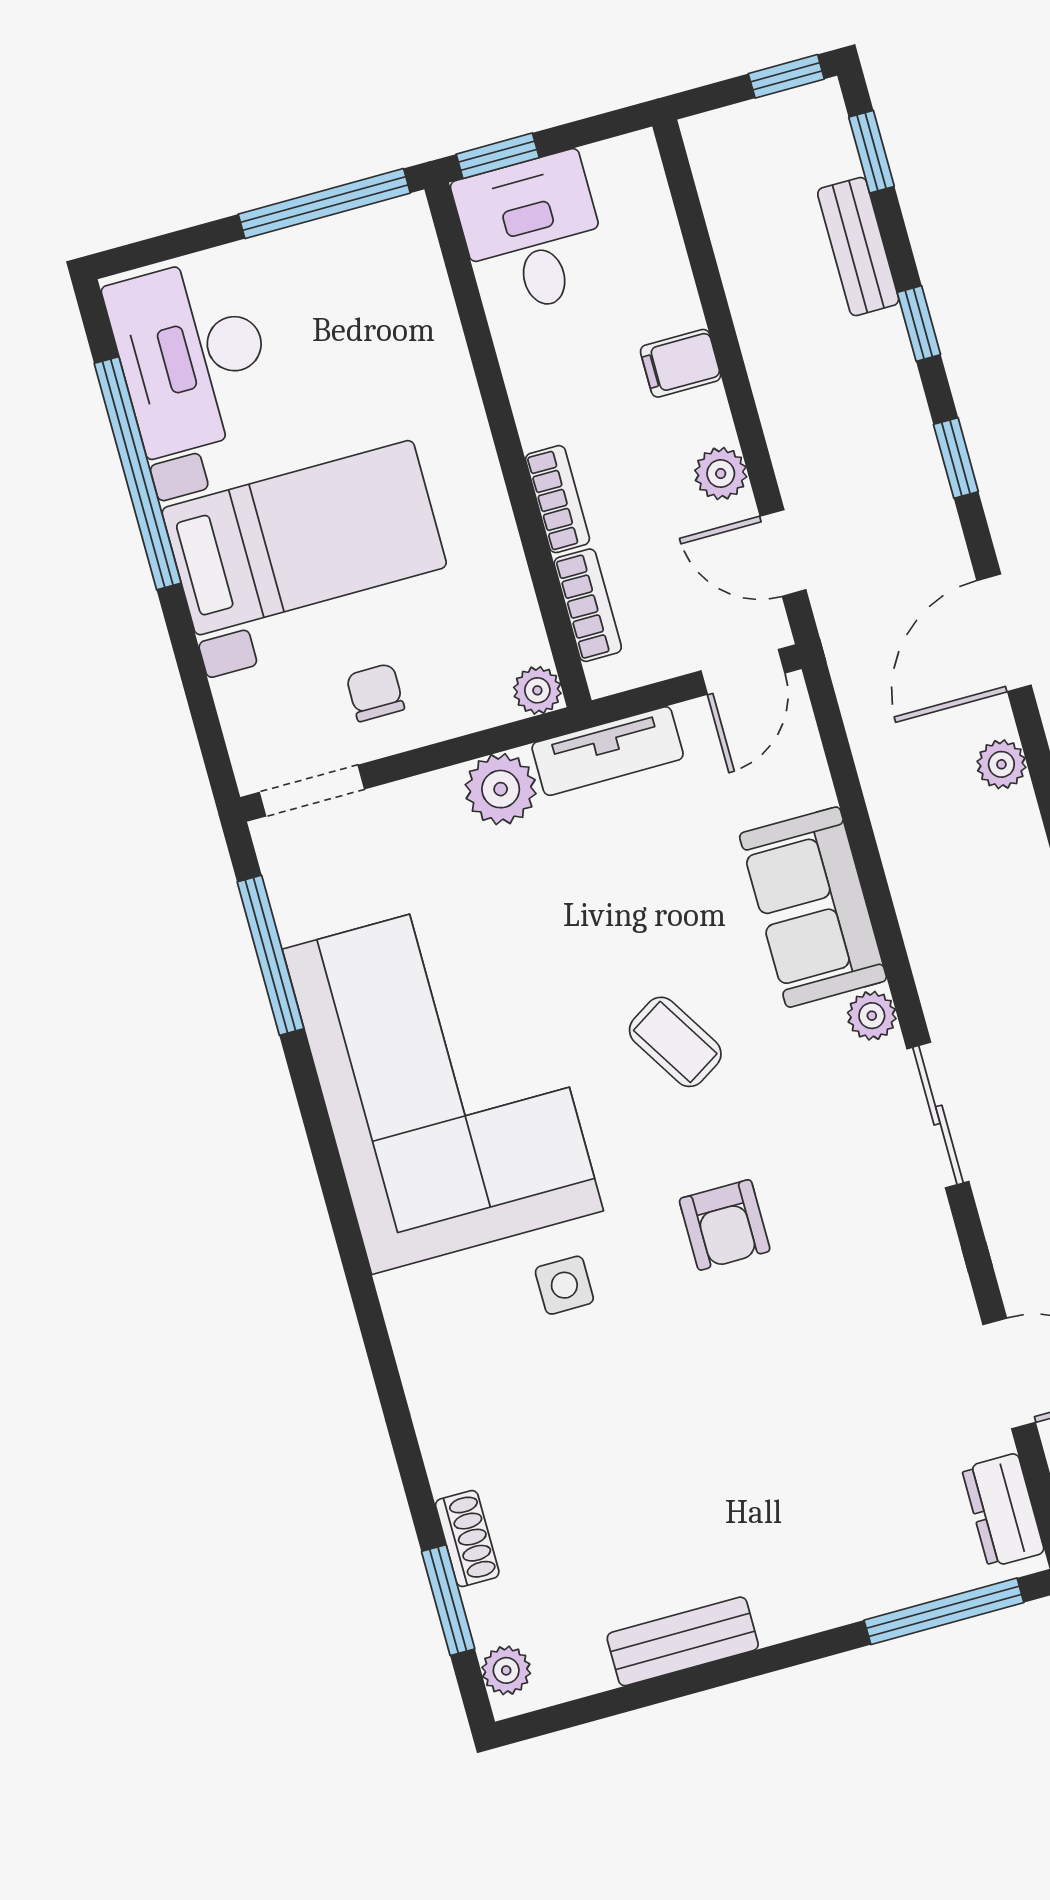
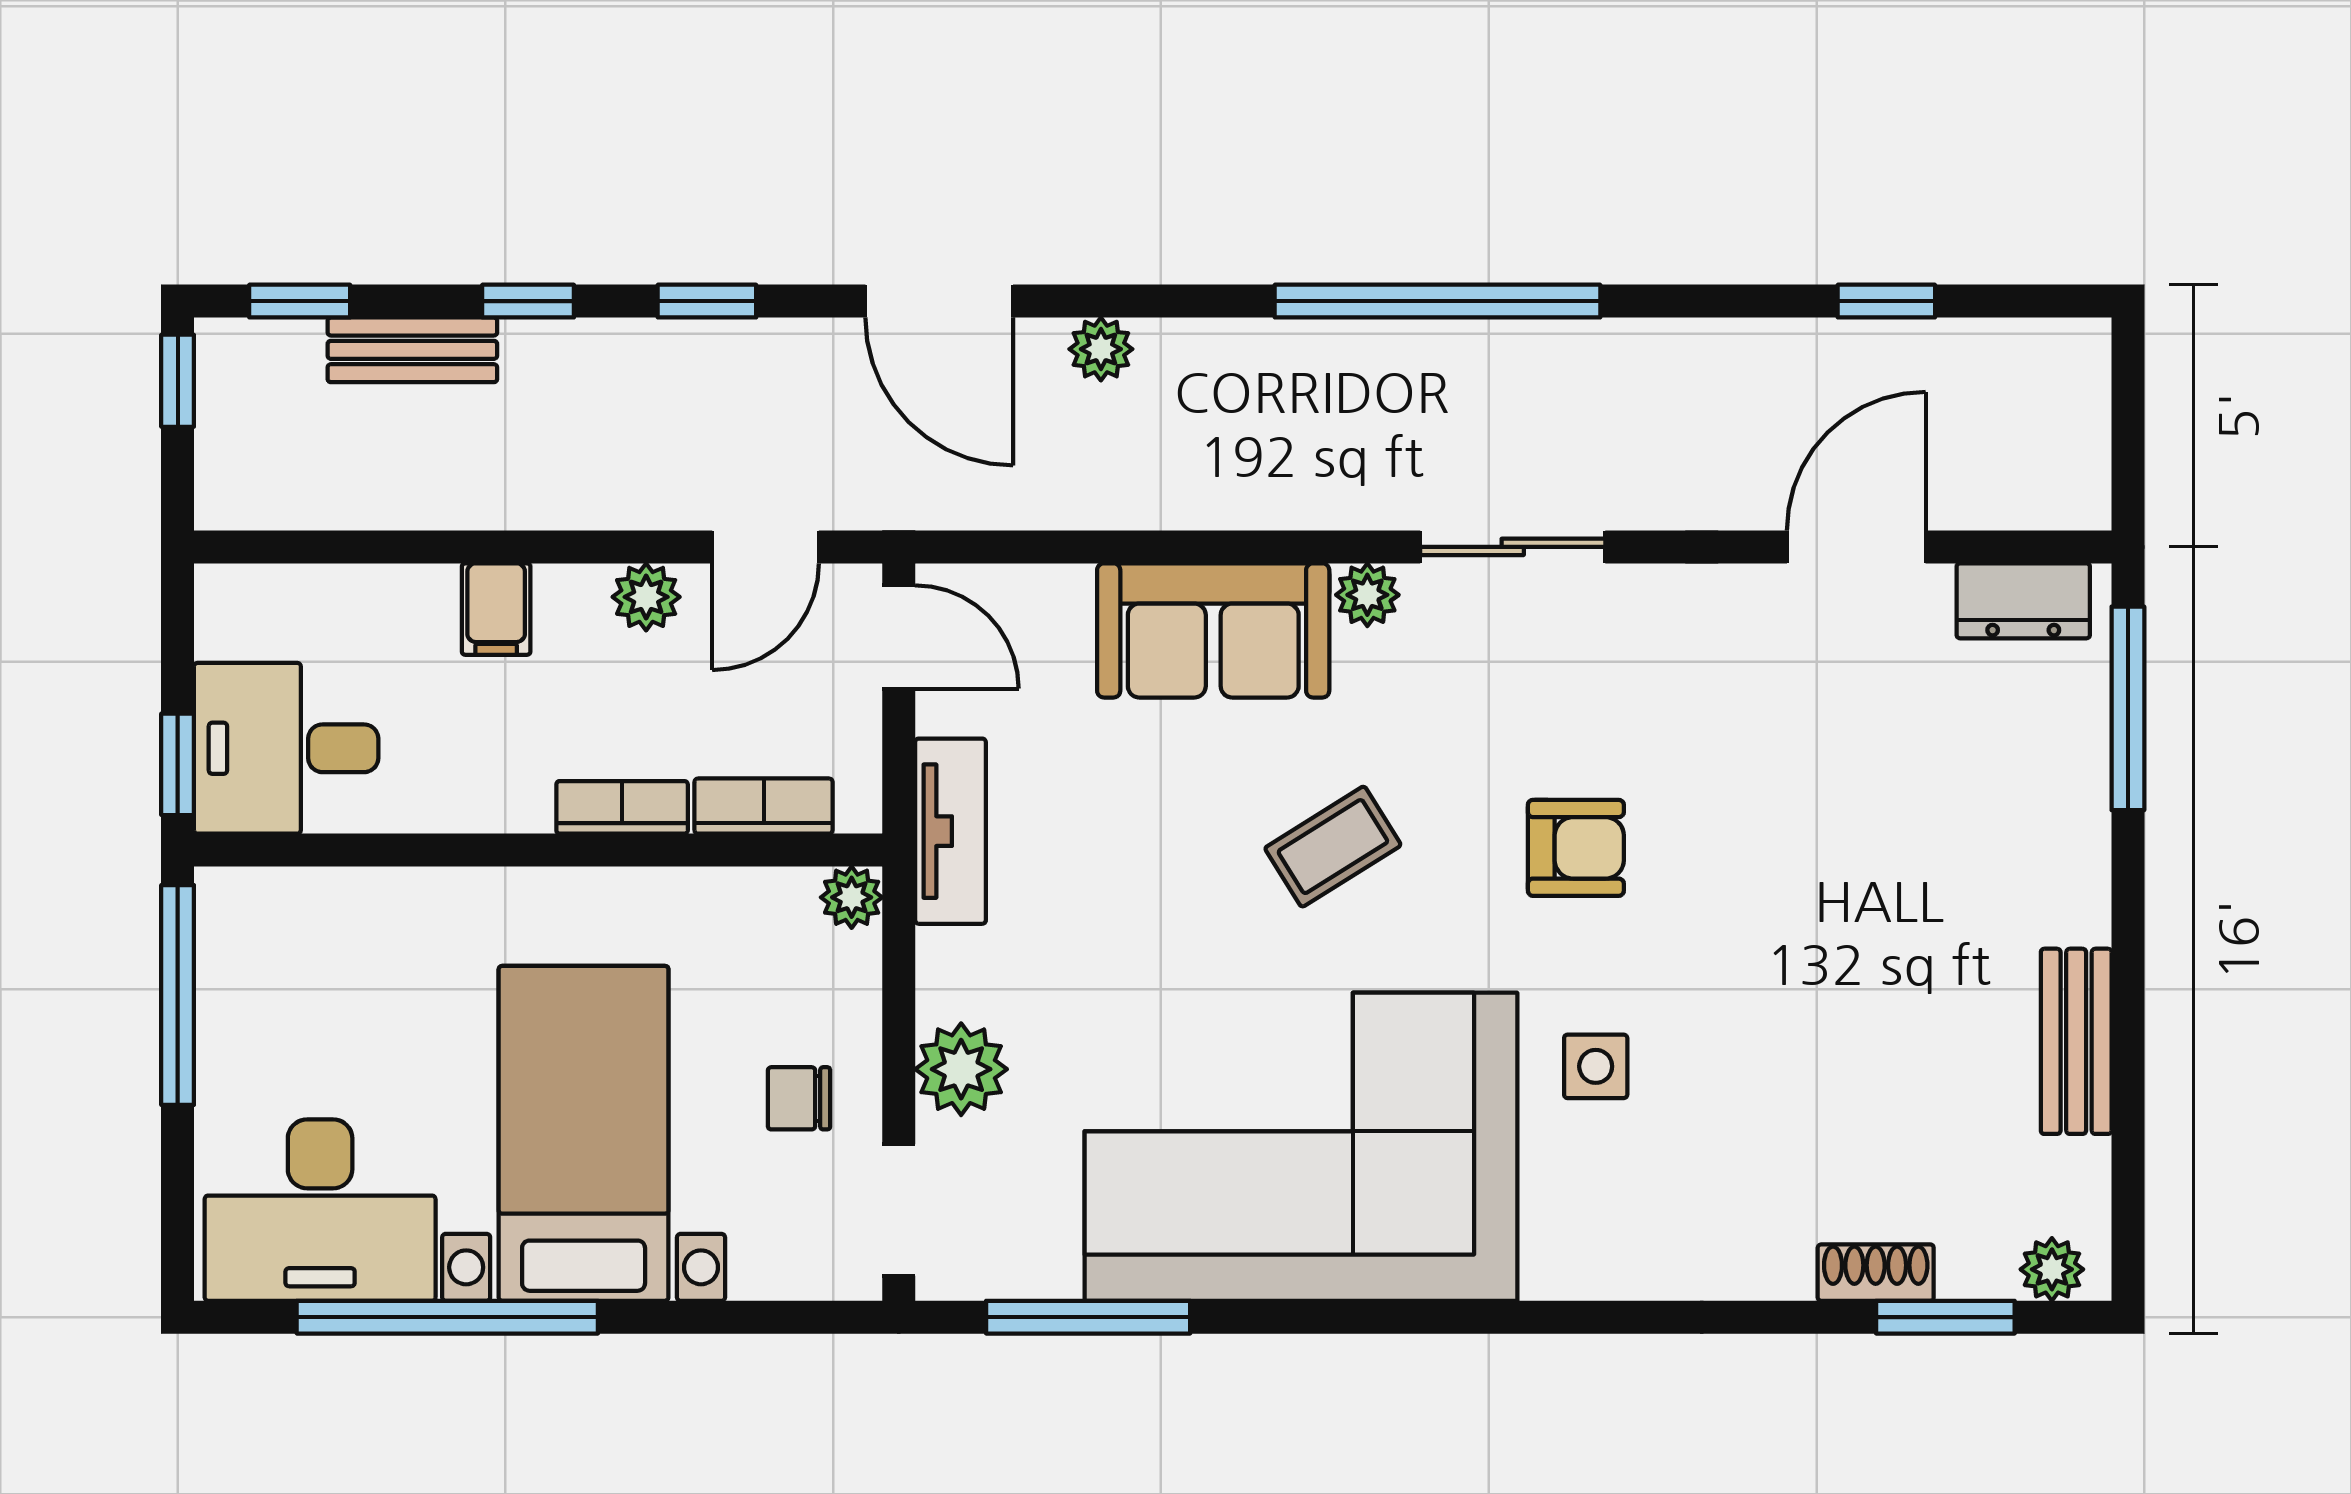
plant: (501, 789) -> (961, 1069), moved

